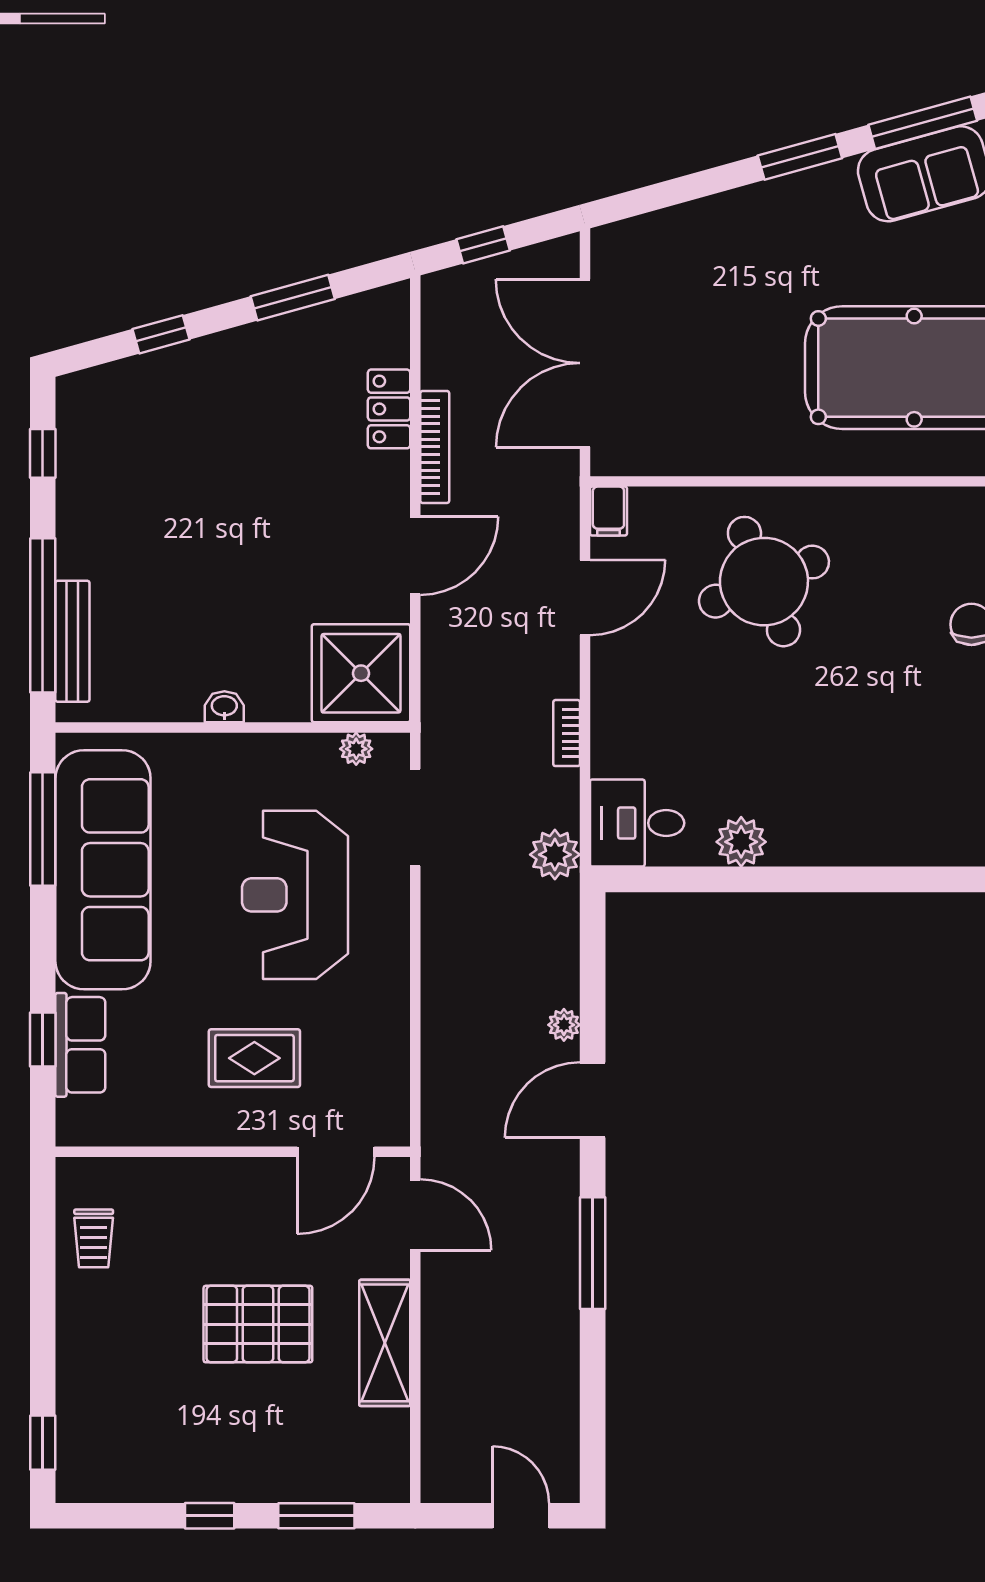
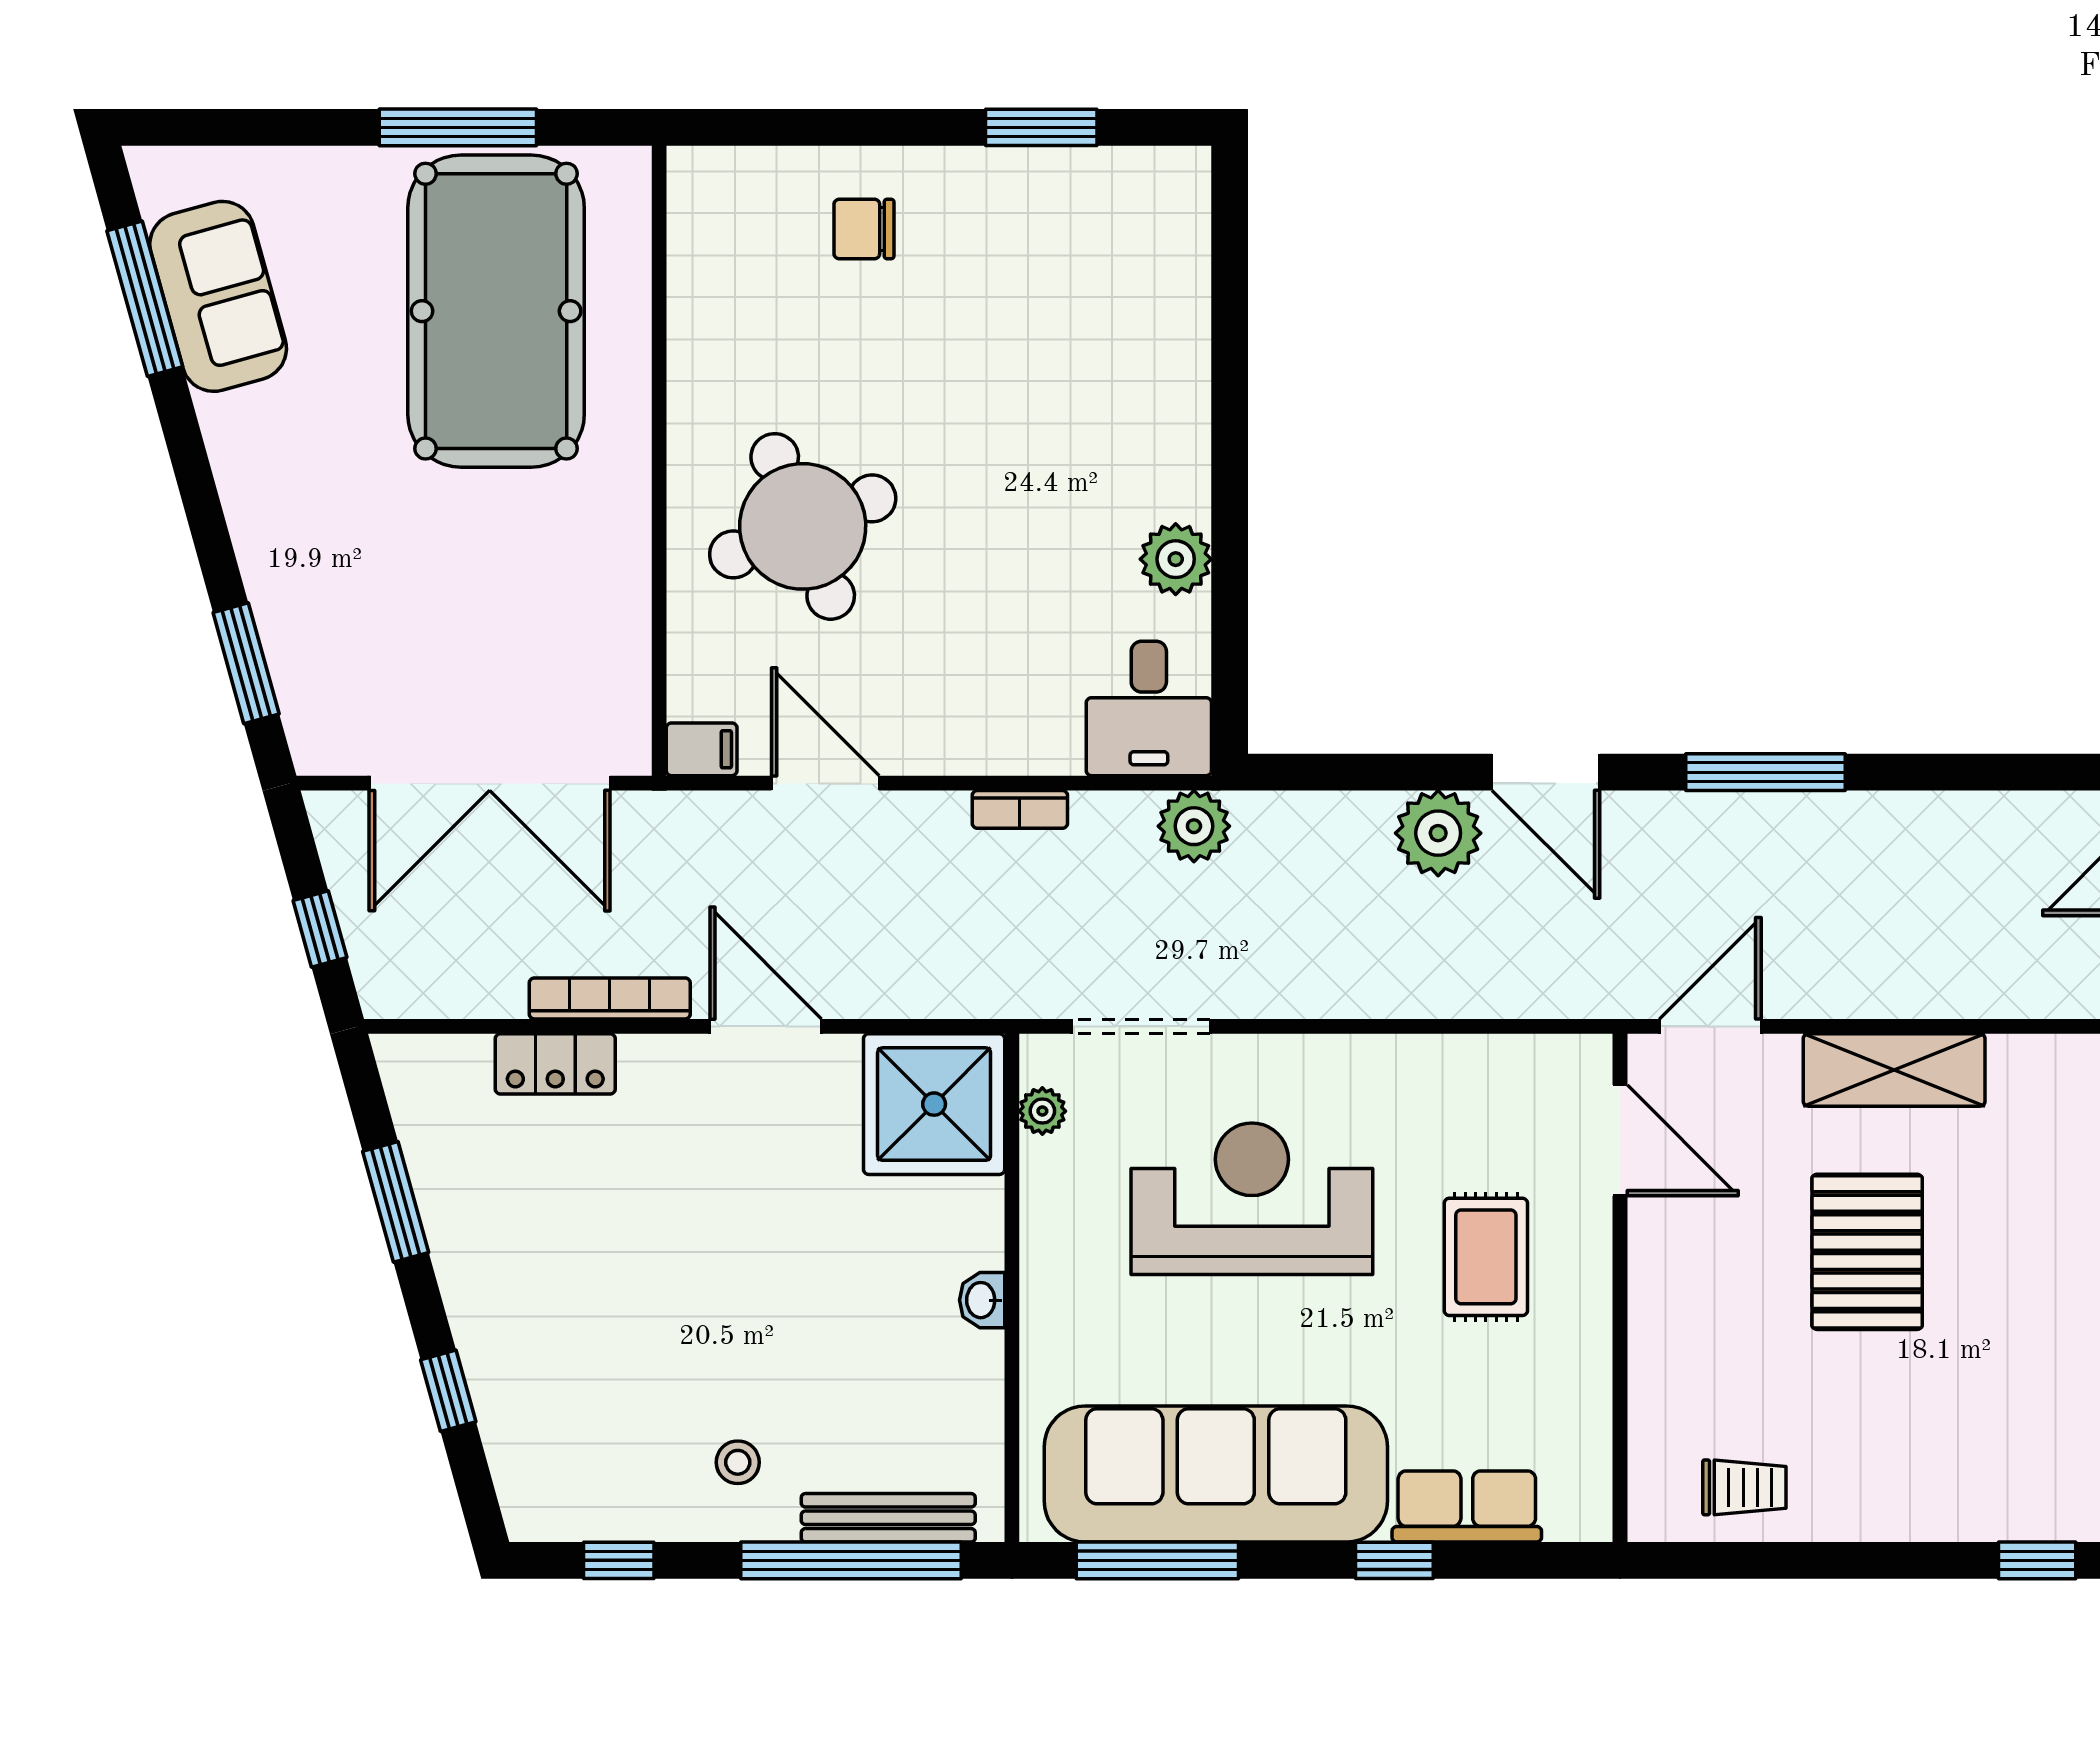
window: (800, 157) -> (246, 663), moved
stool: (111, 536) -> (738, 1462), added
reception desk: (295, 895) -> (1252, 1199), turned 180
plant: (564, 1025) -> (1438, 833), width x1.87, depth x1.87
window: (43, 1039) -> (1394, 1560), moved

